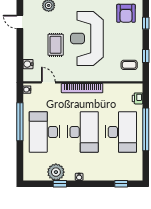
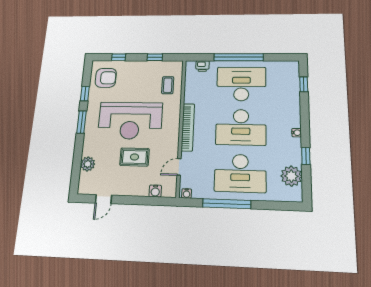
coffee table: (129, 65) -> (168, 85), moved
desk: (83, 132) -> (241, 127), turned 180
plant: (56, 172) -> (291, 176), moved

